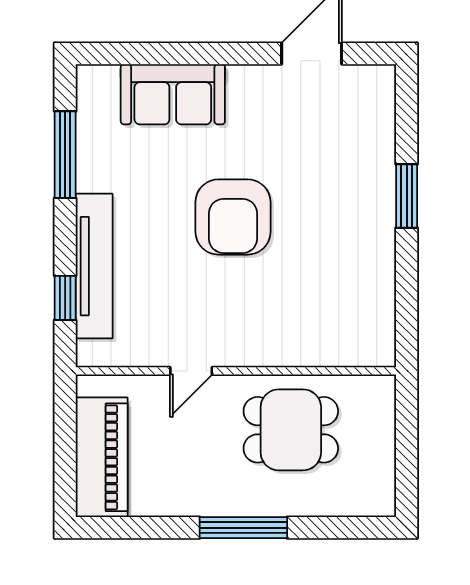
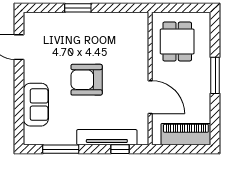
armchair: (233, 217) -> (87, 80), turned 180
door: (191, 371) -> (150, 97), width x1.87
dining table: (291, 430) -> (177, 41), moved

